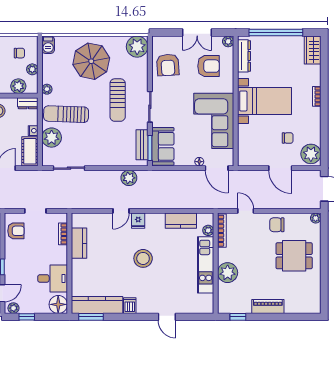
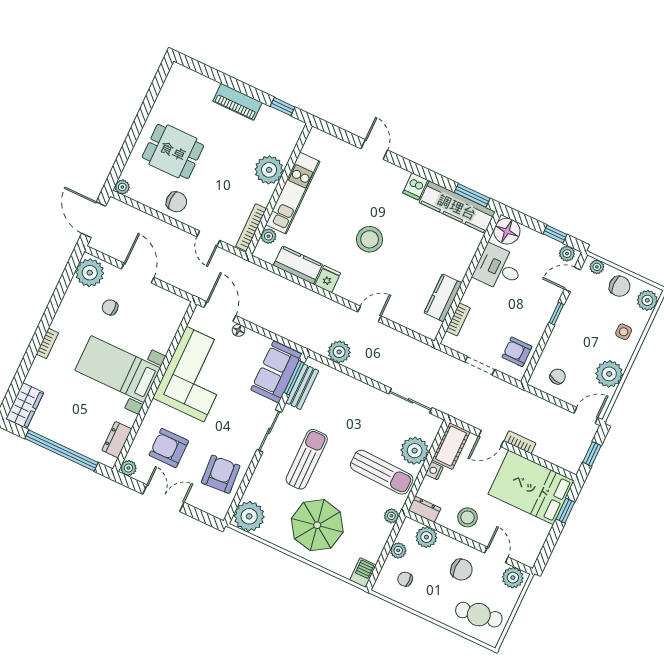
dresser: (244, 56) -> (117, 440), width x0.70
fridge: (138, 221) -> (328, 279), moved

